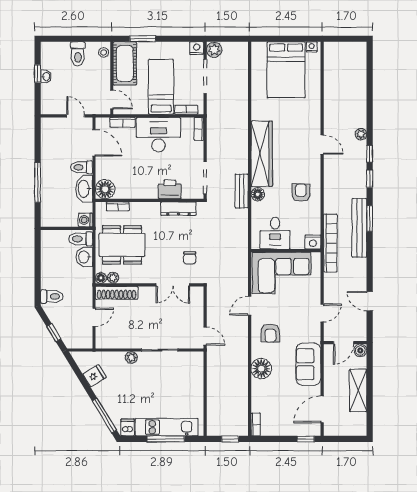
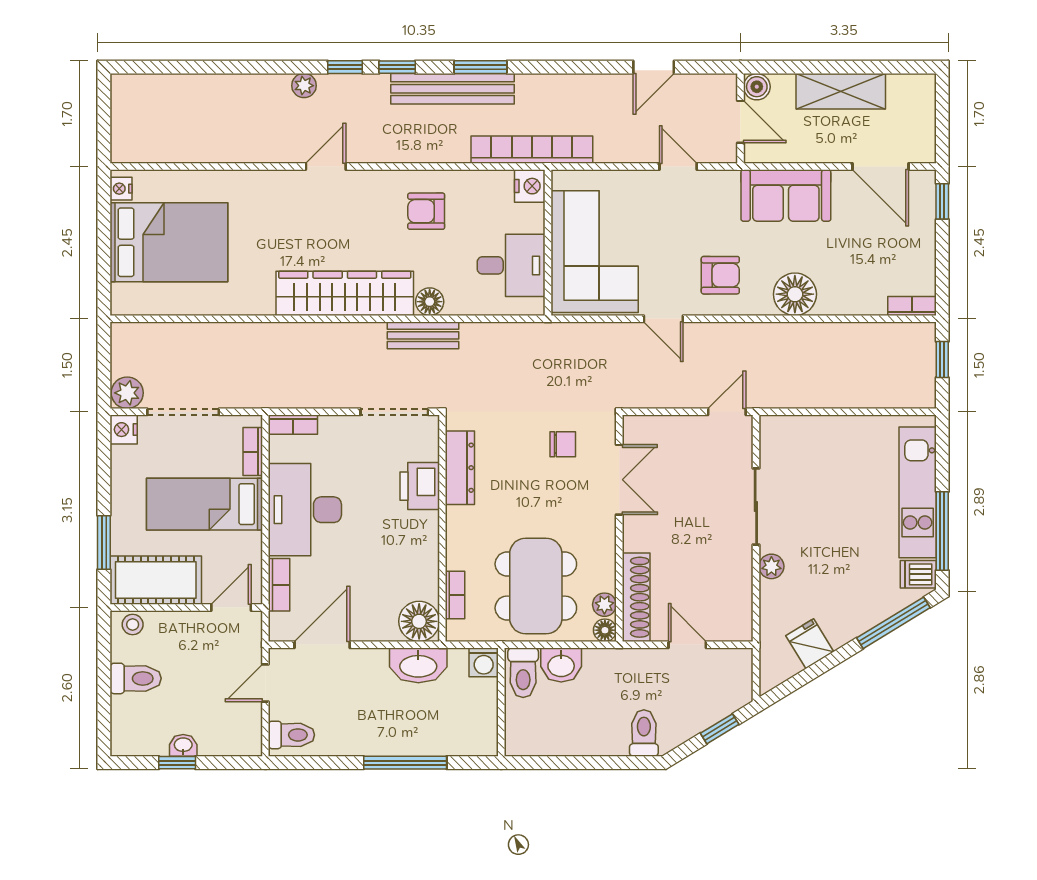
toilet: (82, 167) -> (291, 735), moved, turned -90
bench: (359, 228) -> (452, 89), moved
window: (166, 439) -> (942, 531), moved

